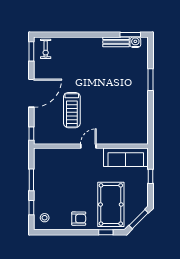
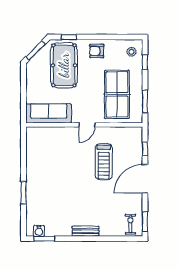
bench: (116, 42) -> (86, 231), moved
treadmill: (72, 110) -> (104, 162), turned 180
window: (31, 134) -> (145, 149), moved
table tennis table: (59, 176) -> (117, 94), added
window: (150, 176) -> (24, 94), removed
window: (31, 180) -> (145, 101), moved

